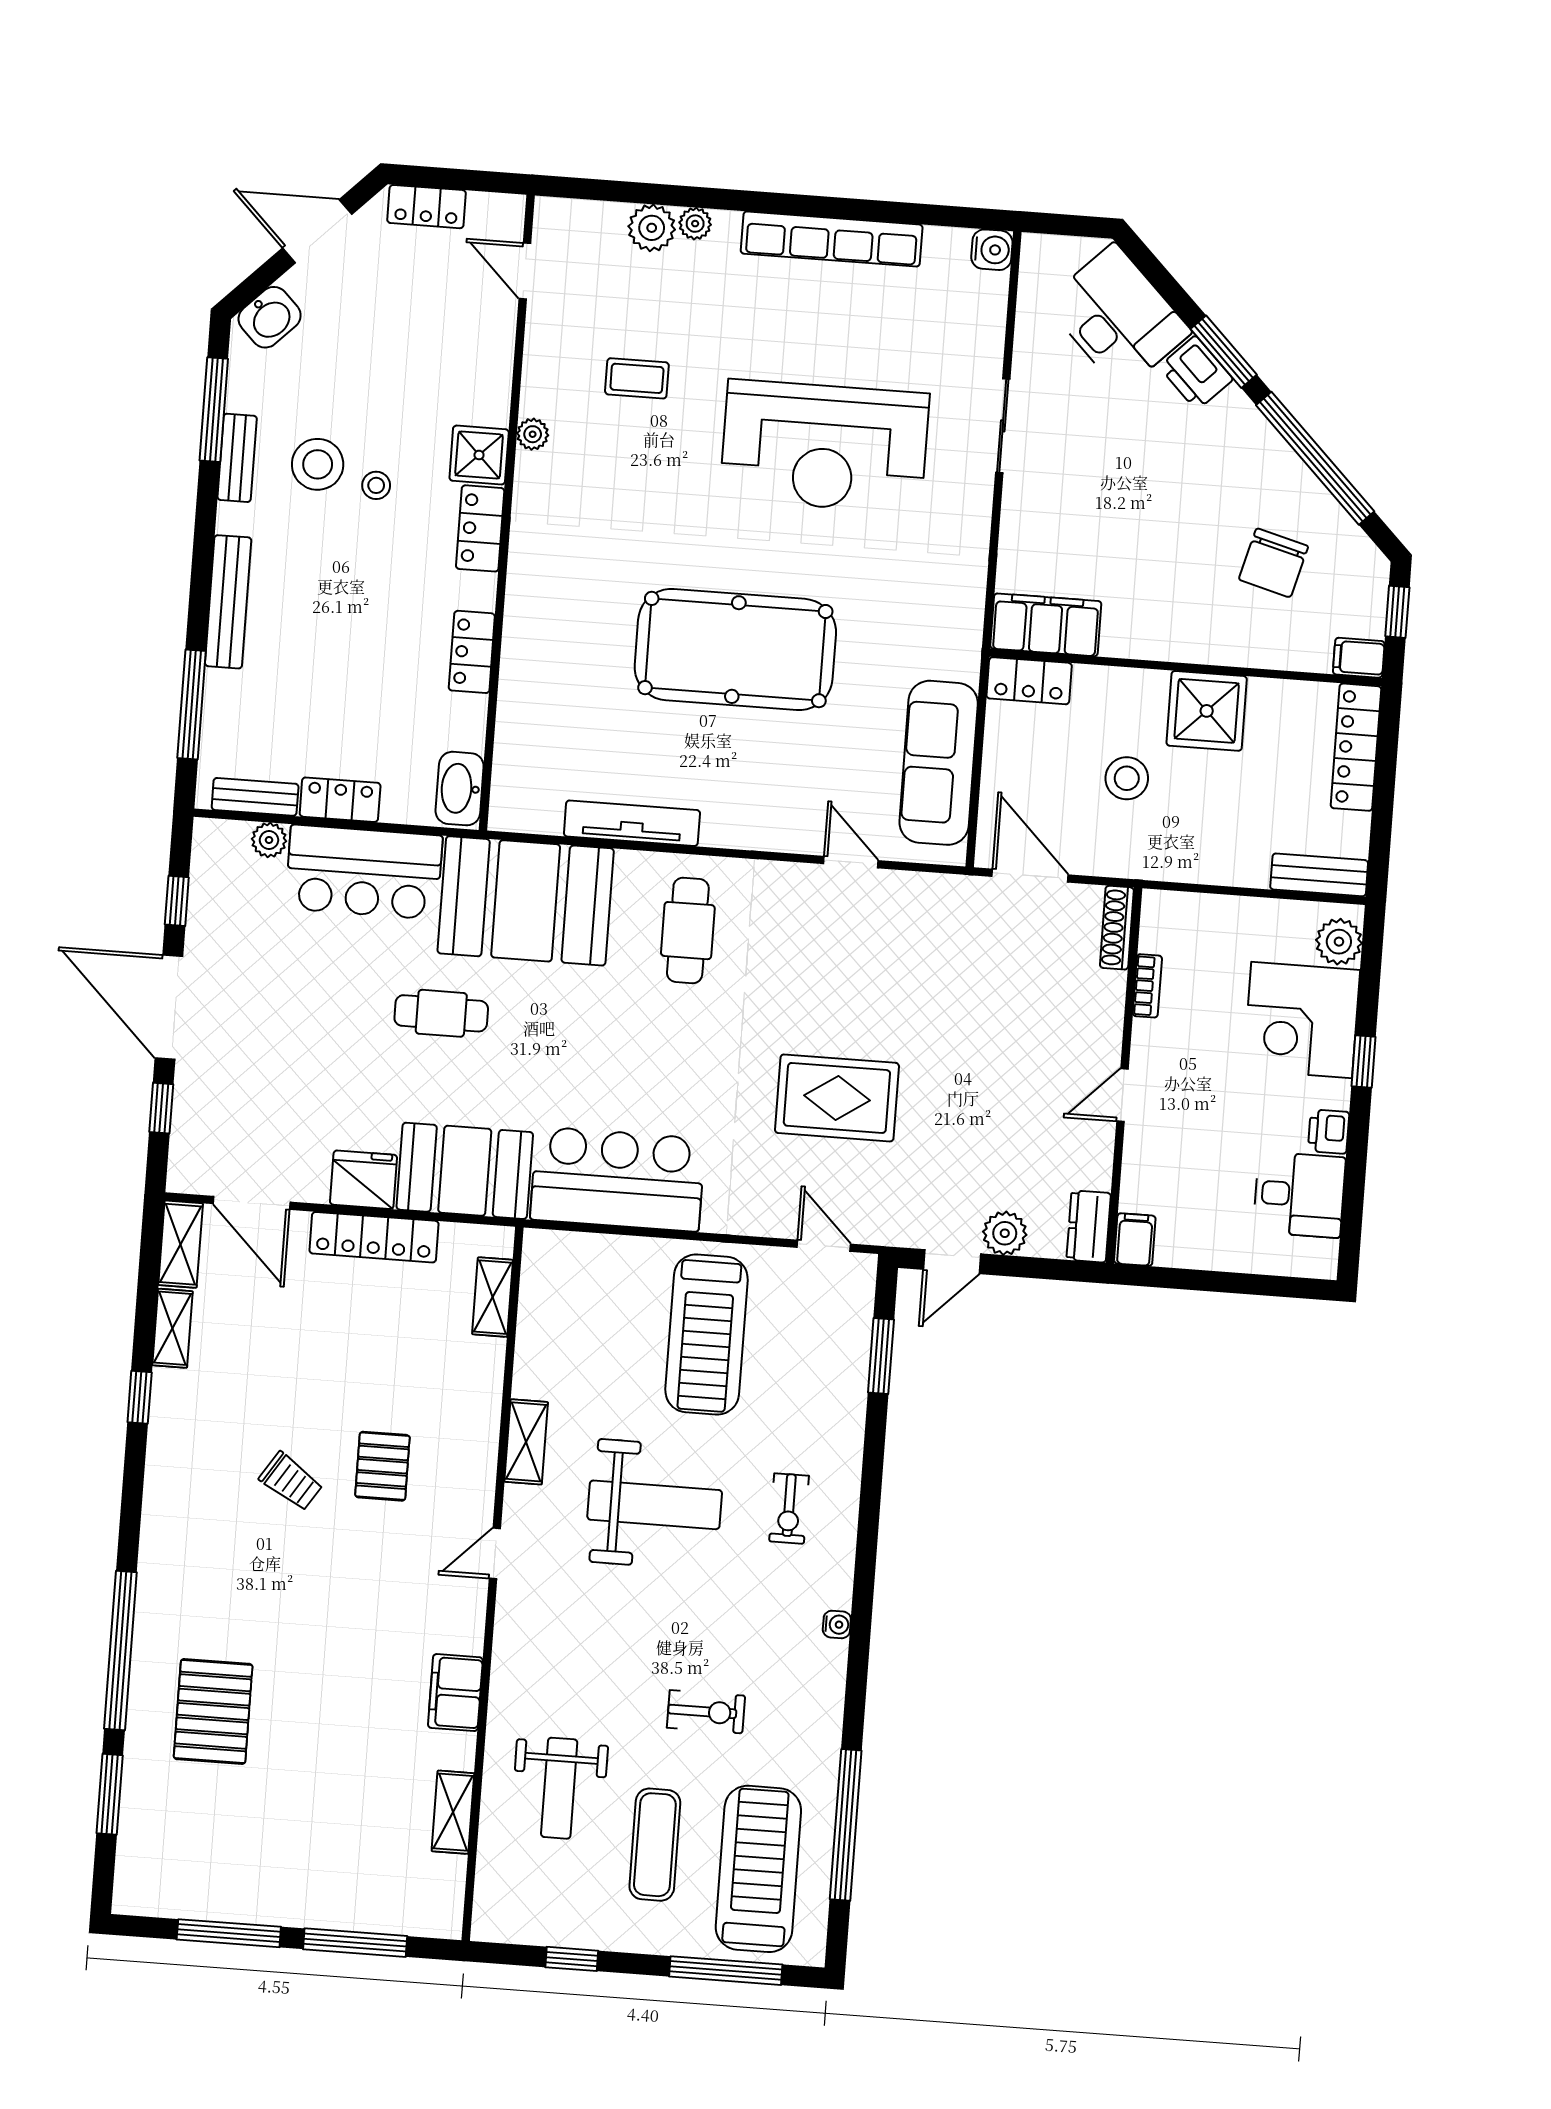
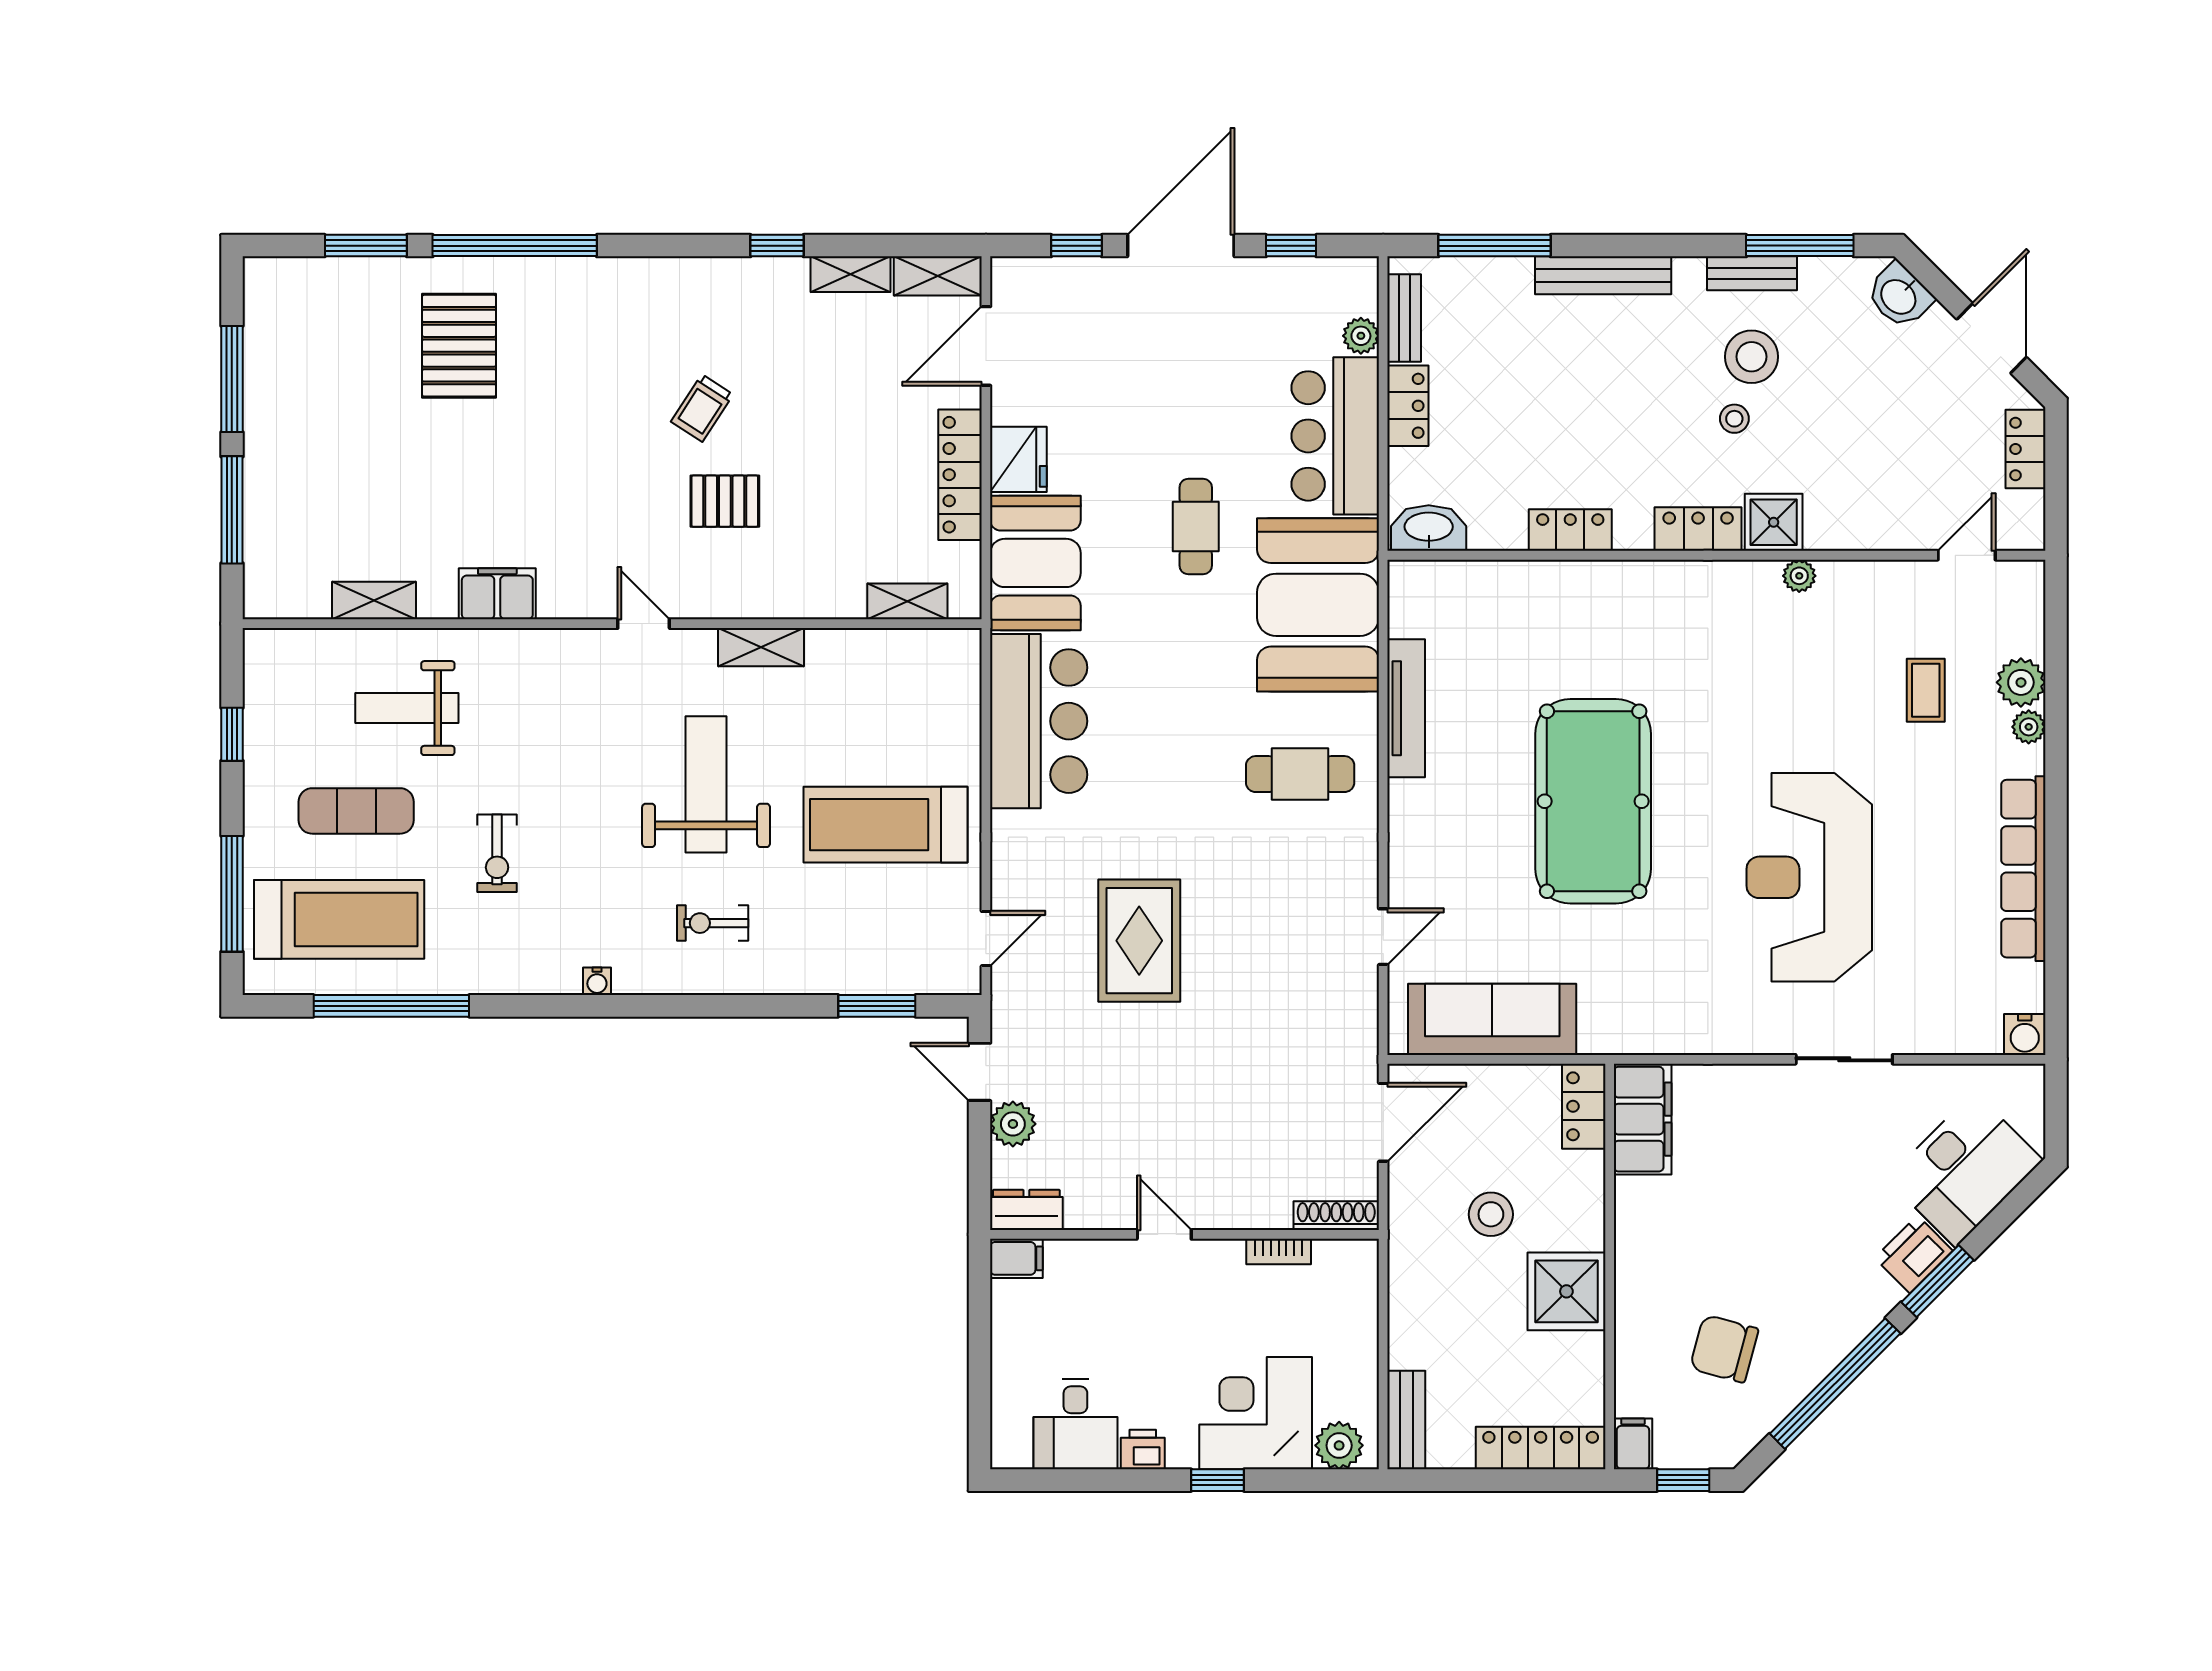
coffee table: (637, 378) -> (1926, 690), moved
weight bench: (655, 1505) -> (706, 784), turned 180
pallet: (213, 1711) -> (459, 346), turned 90

